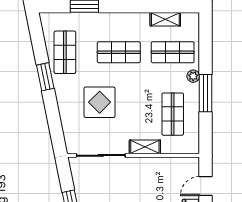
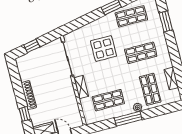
shop shelf: (119, 52) -> (141, 53), turned 90

